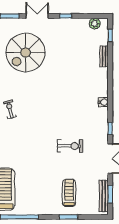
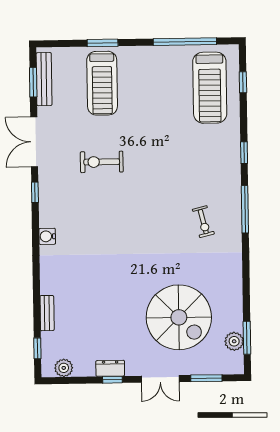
dresser: (67, 23) -> (110, 368), added
spiral stairs: (25, 53) -> (179, 317), turned 90
treadmill: (69, 193) -> (102, 83), width x1.37, depth x1.38

